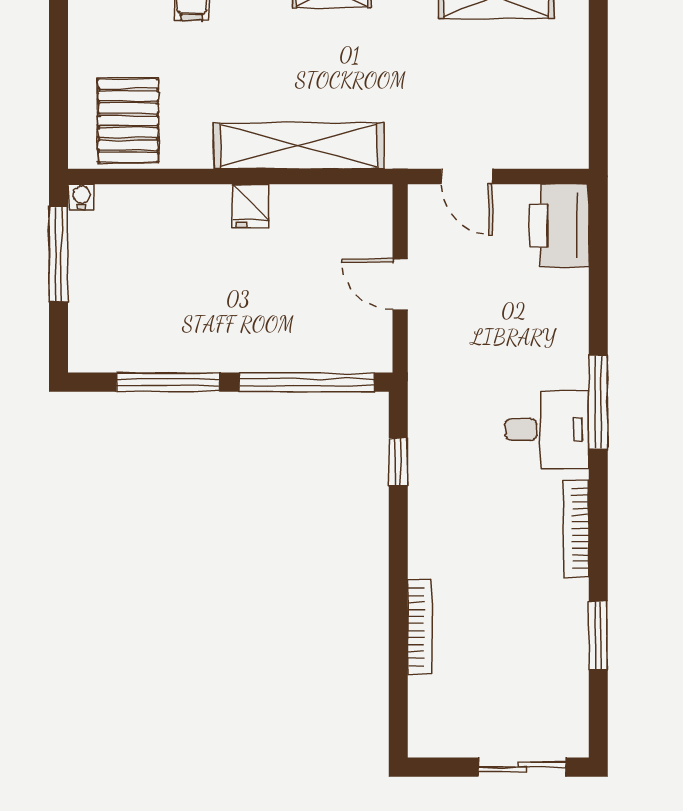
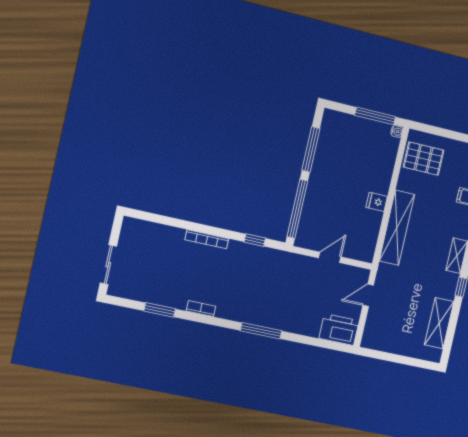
desk: (547, 430) -> (254, 306), removed
bookcase: (576, 528) -> (201, 309), width x0.64
bookcase: (420, 627) -> (207, 239), moved

